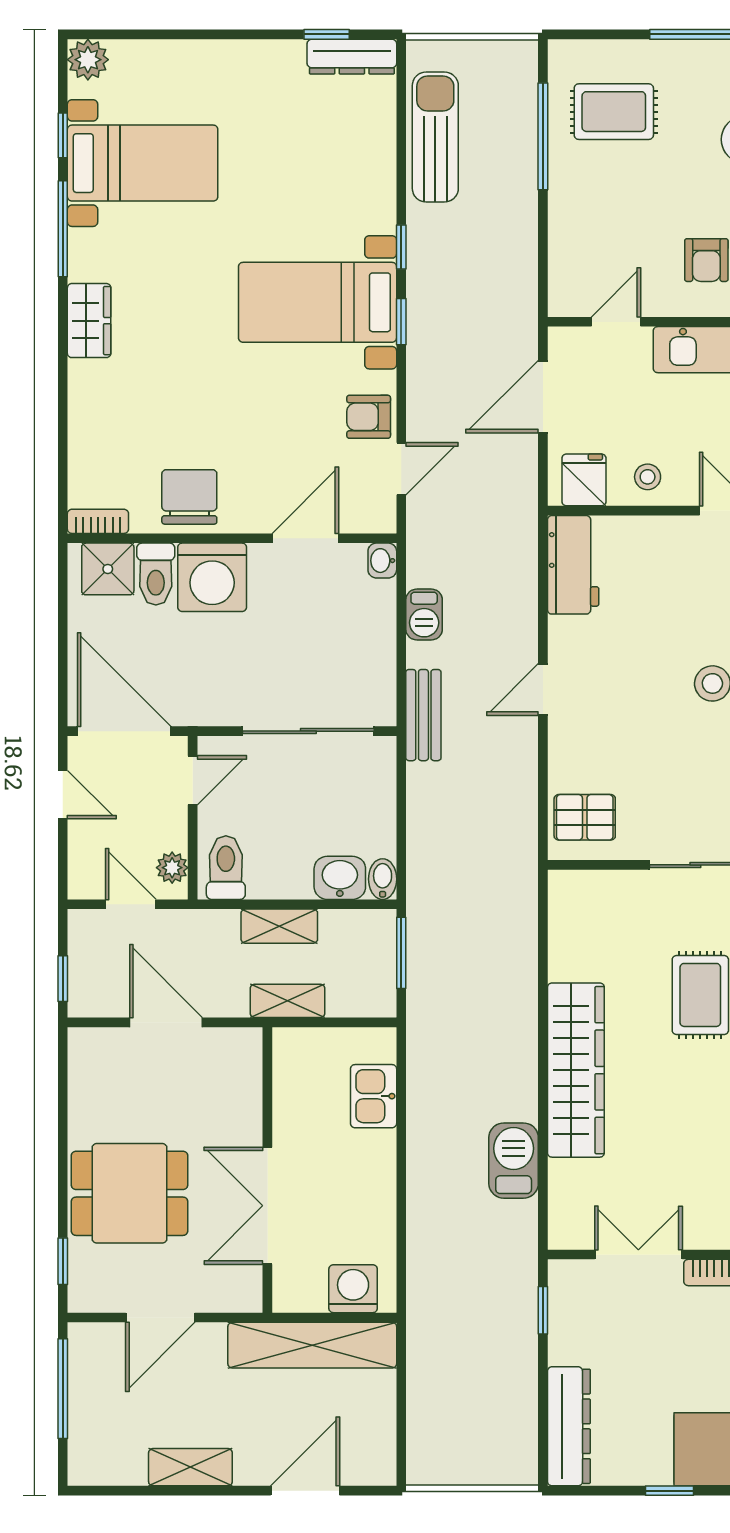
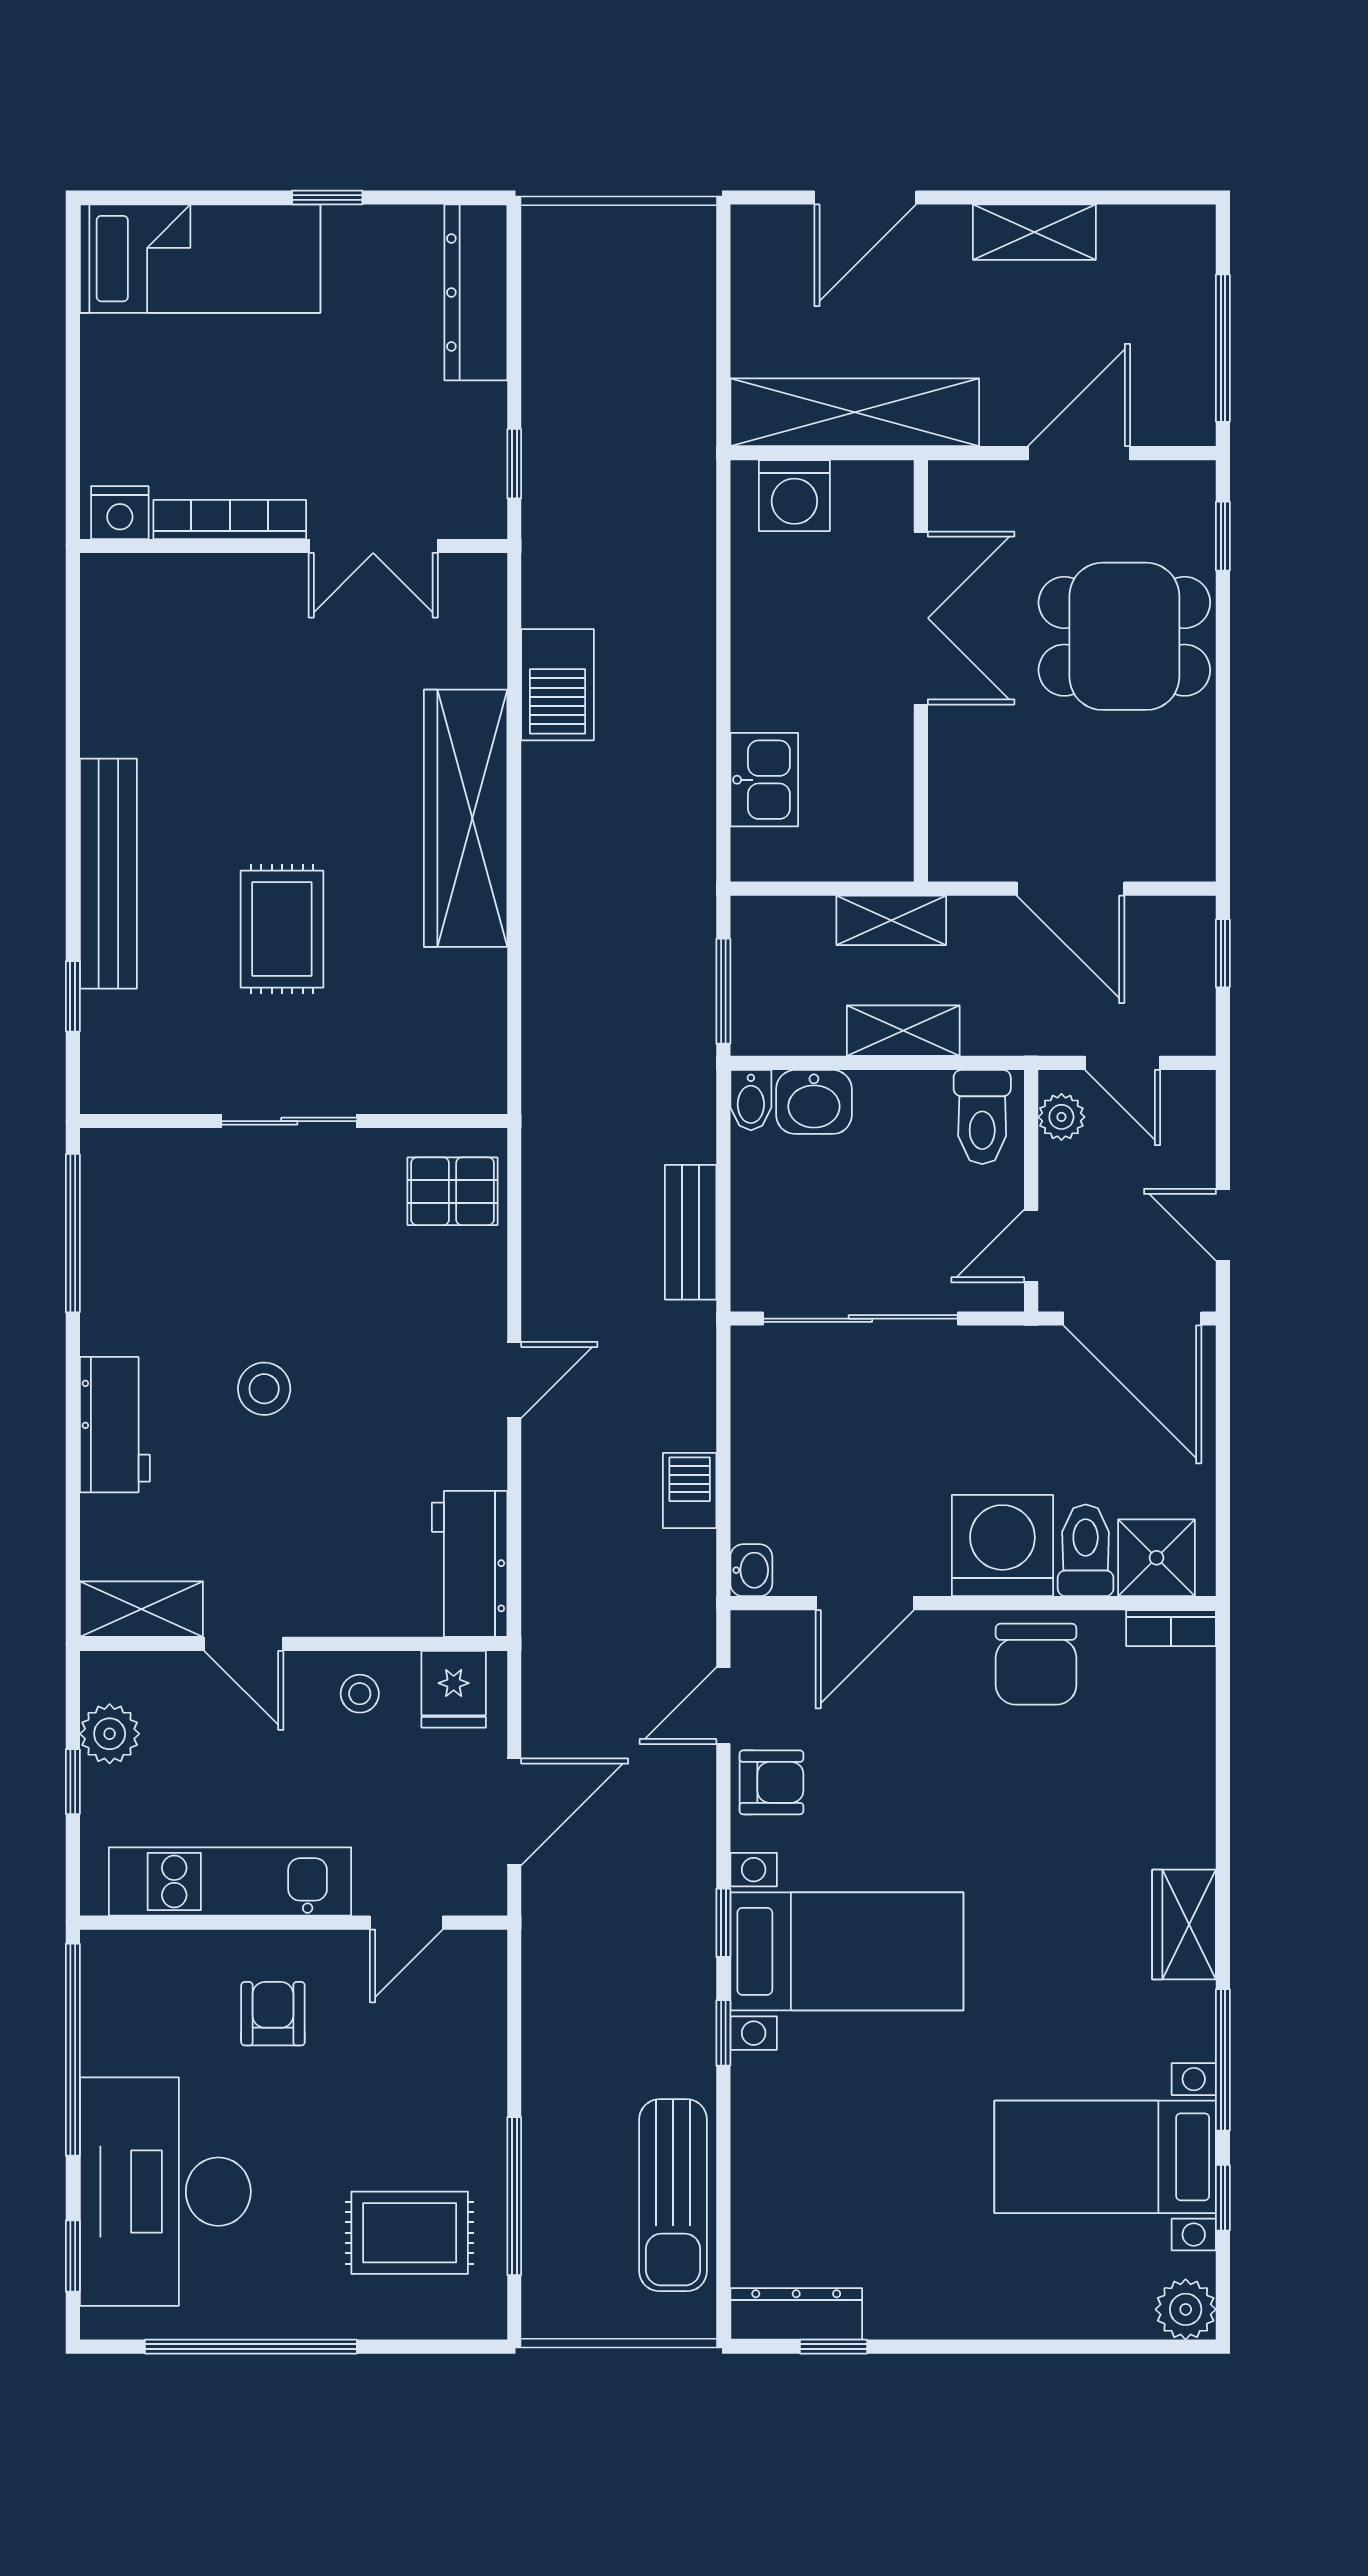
bench: (423, 715) -> (691, 1232), moved

